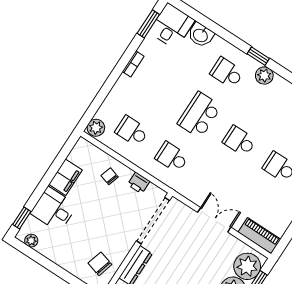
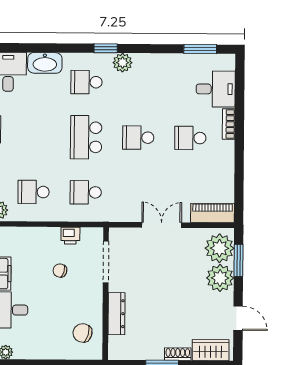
washbasin: (201, 35) -> (45, 63), width x1.38
chair: (110, 176) -> (60, 271), moved
doorway: (153, 221) -> (106, 262), width x0.73

